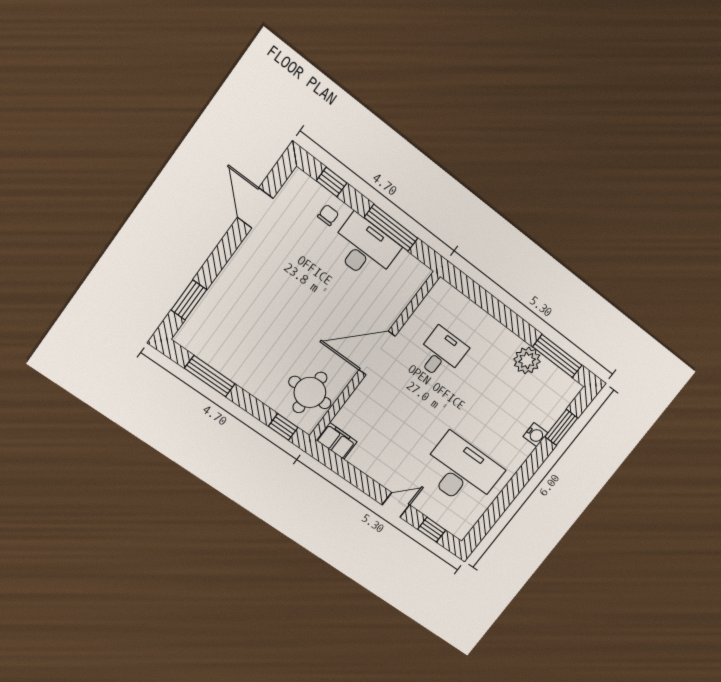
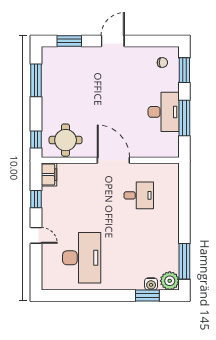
window: (332, 182) -> (184, 70), width x1.50
door: (255, 208) -> (113, 41), moved
chair: (328, 215) -> (162, 63), moved
plant: (527, 360) -> (170, 281), moved
water cooler: (535, 435) -> (151, 284), moved
window: (432, 530) -> (36, 199), moved

